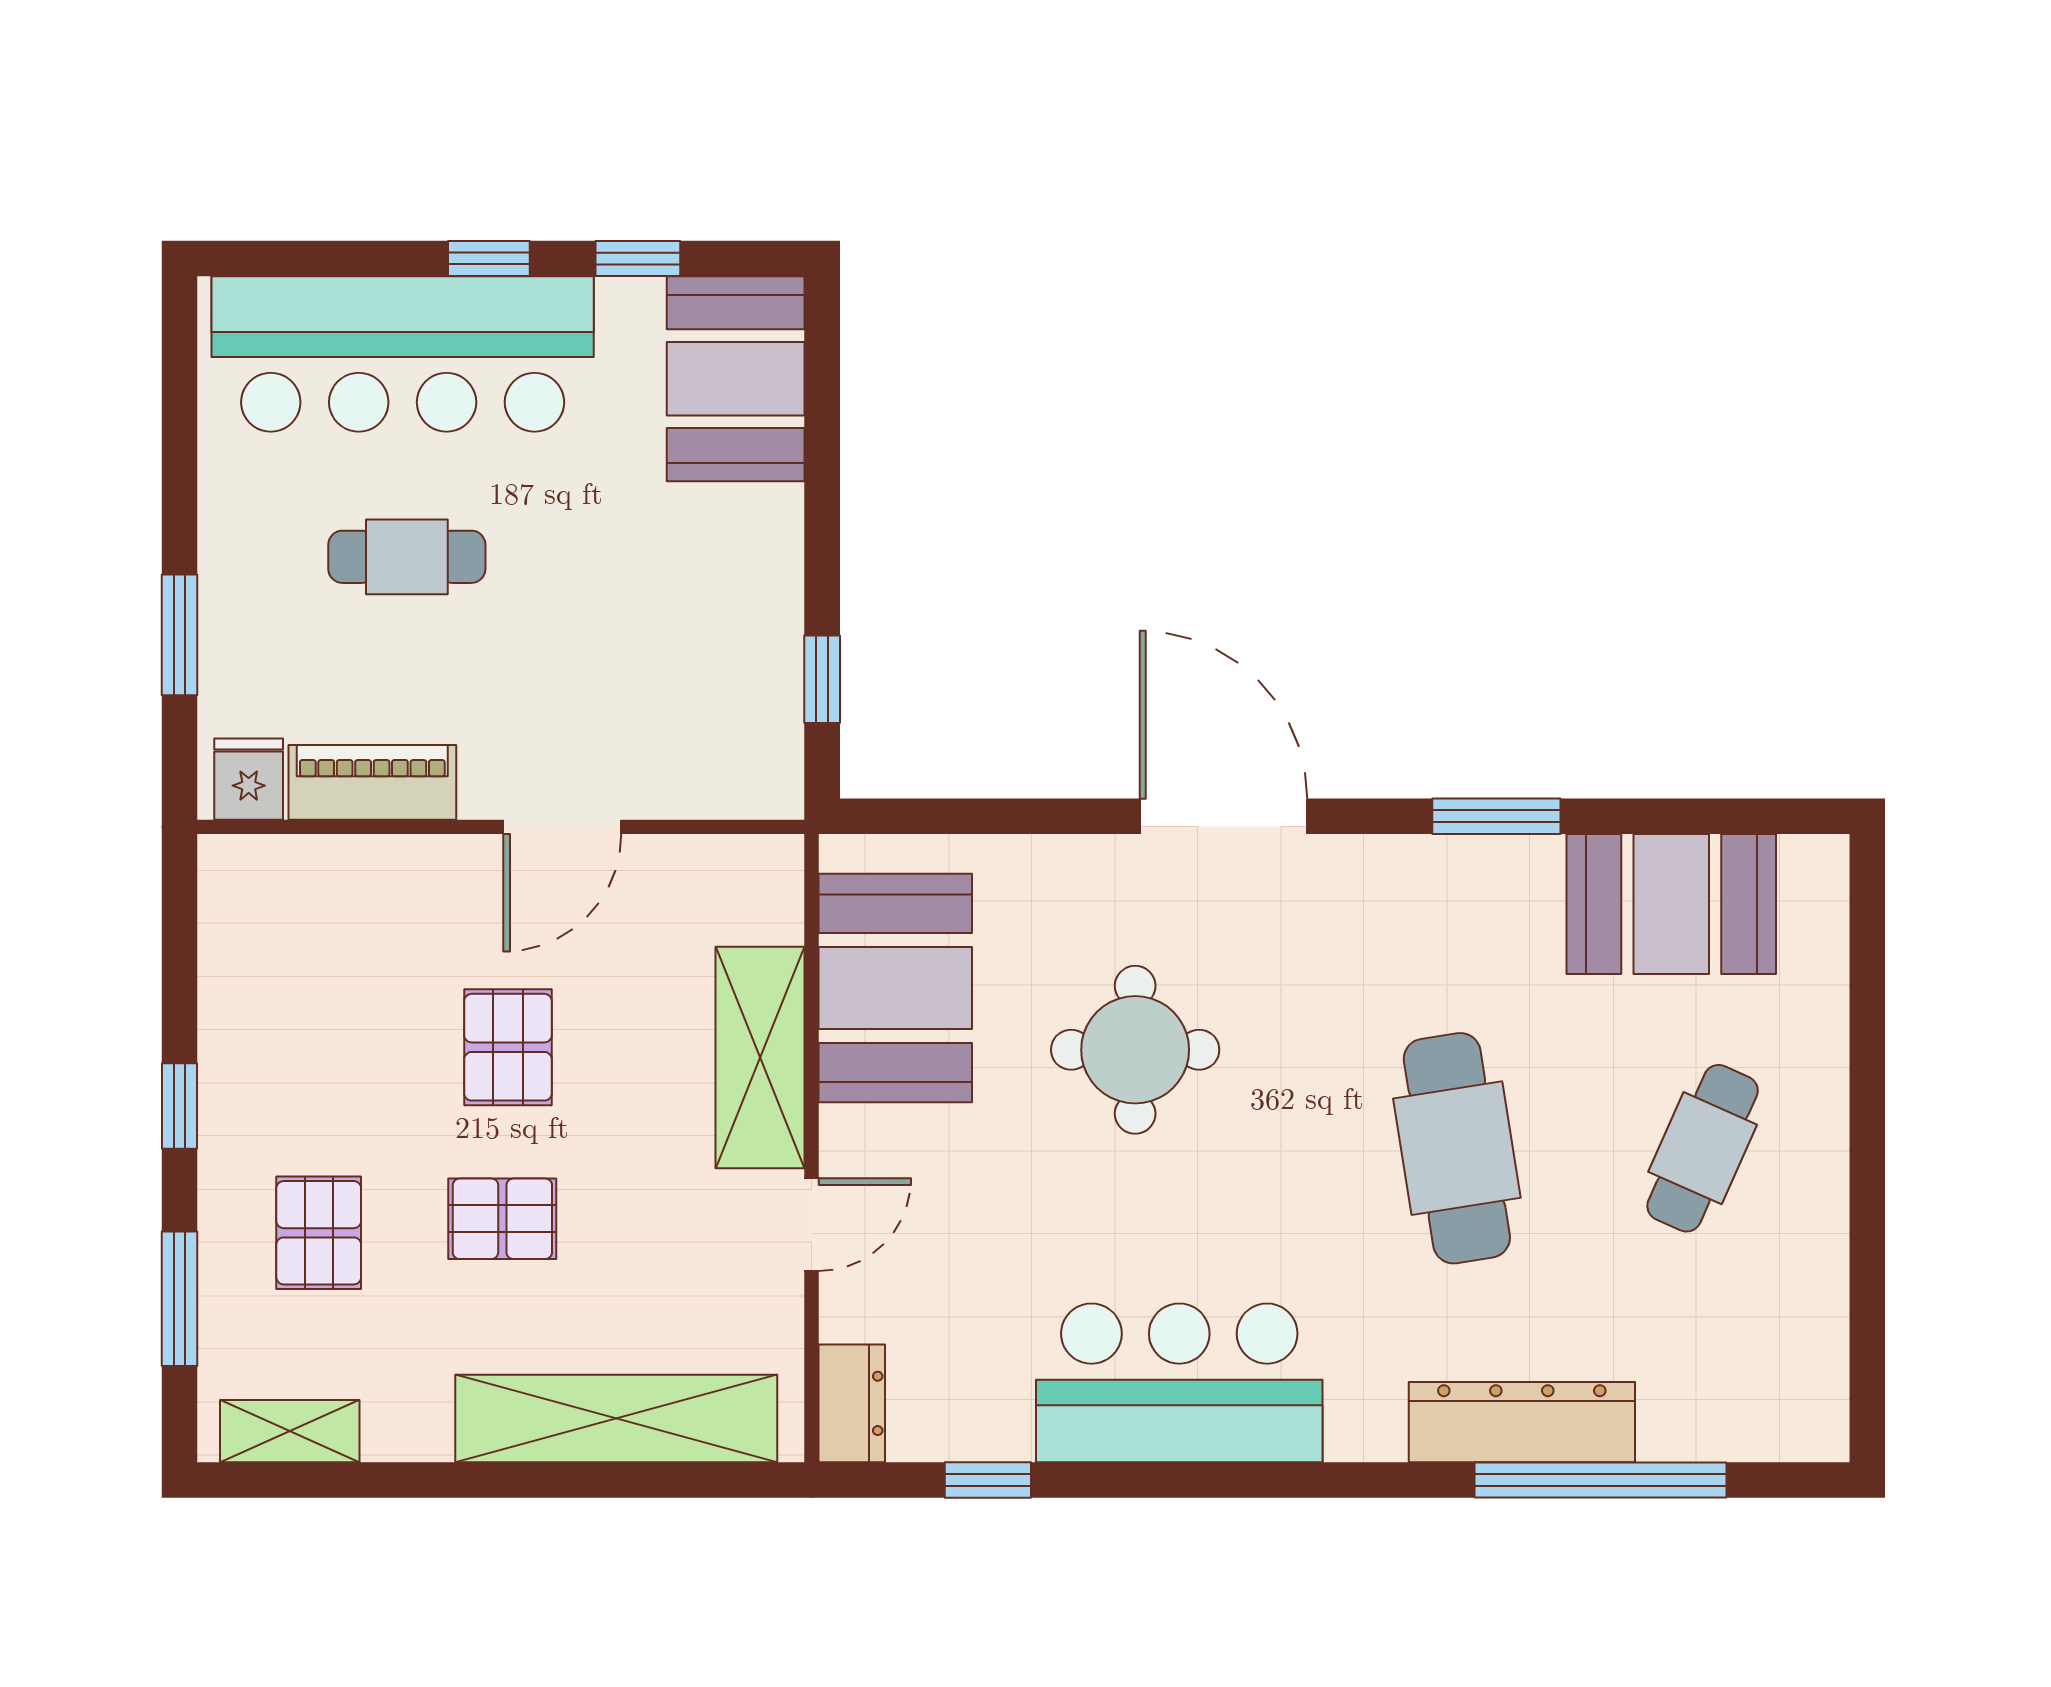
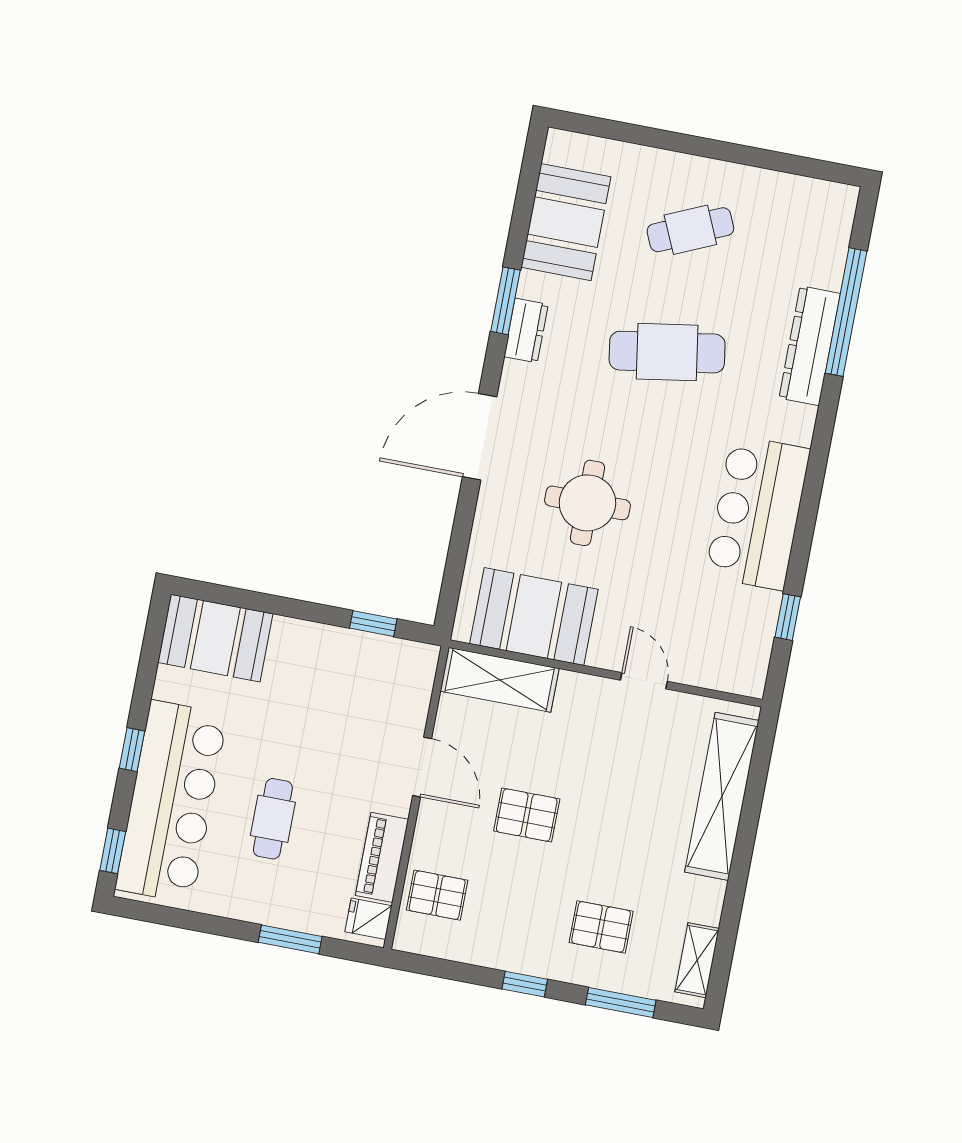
window: (638, 258) -> (113, 851), moved
shelving: (760, 1058) -> (500, 680), moved
cafe table: (1703, 1148) -> (690, 230), turned -48
pallet: (502, 1219) -> (437, 895), moved, turned 90
dresser: (852, 1403) -> (526, 331), moved, turned 90

